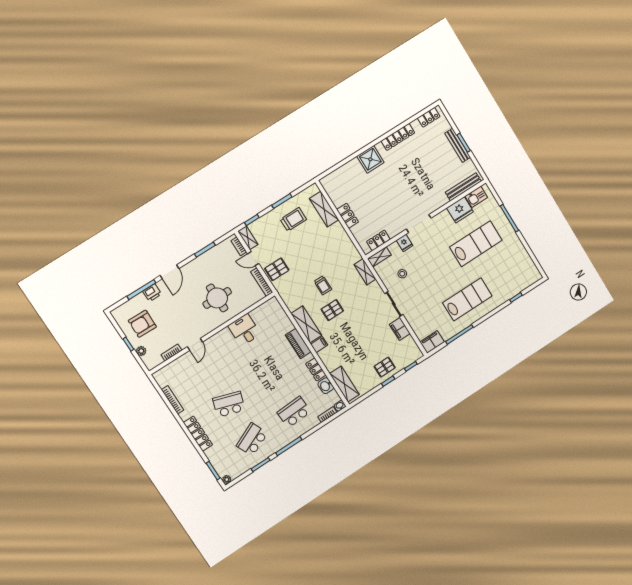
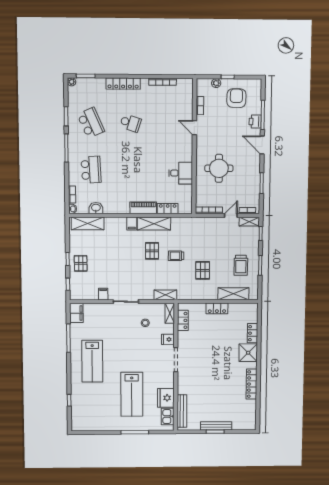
locker: (429, 117) -> (253, 333), moved
pallet: (277, 269) -> (203, 270), moved
filing cabinet: (400, 329) -> (103, 294), width x0.50
locker: (316, 369) -> (168, 209), moved
school desk: (229, 404) -> (130, 123), width x0.54

